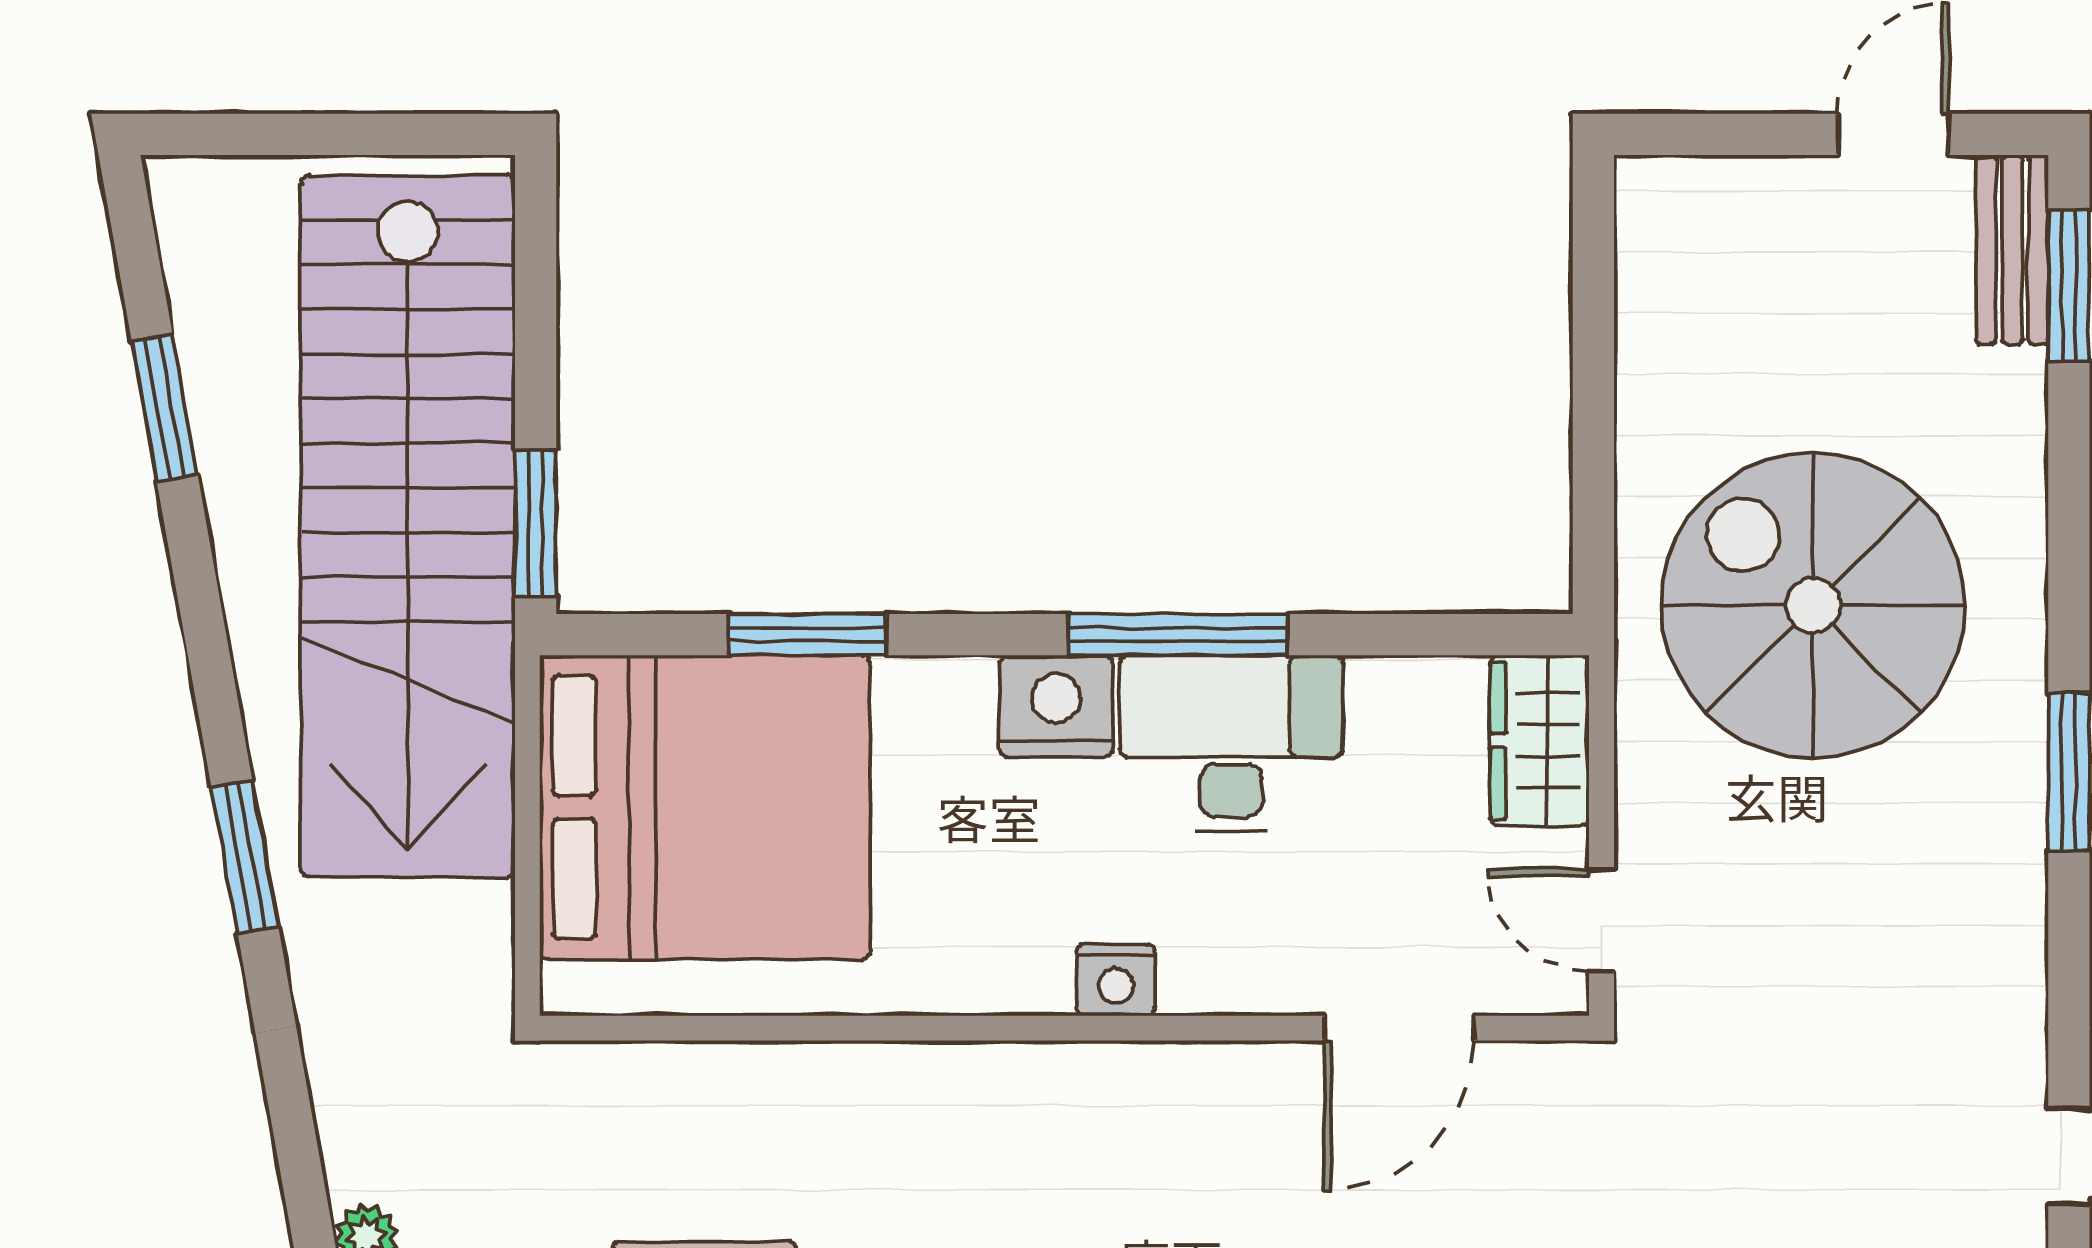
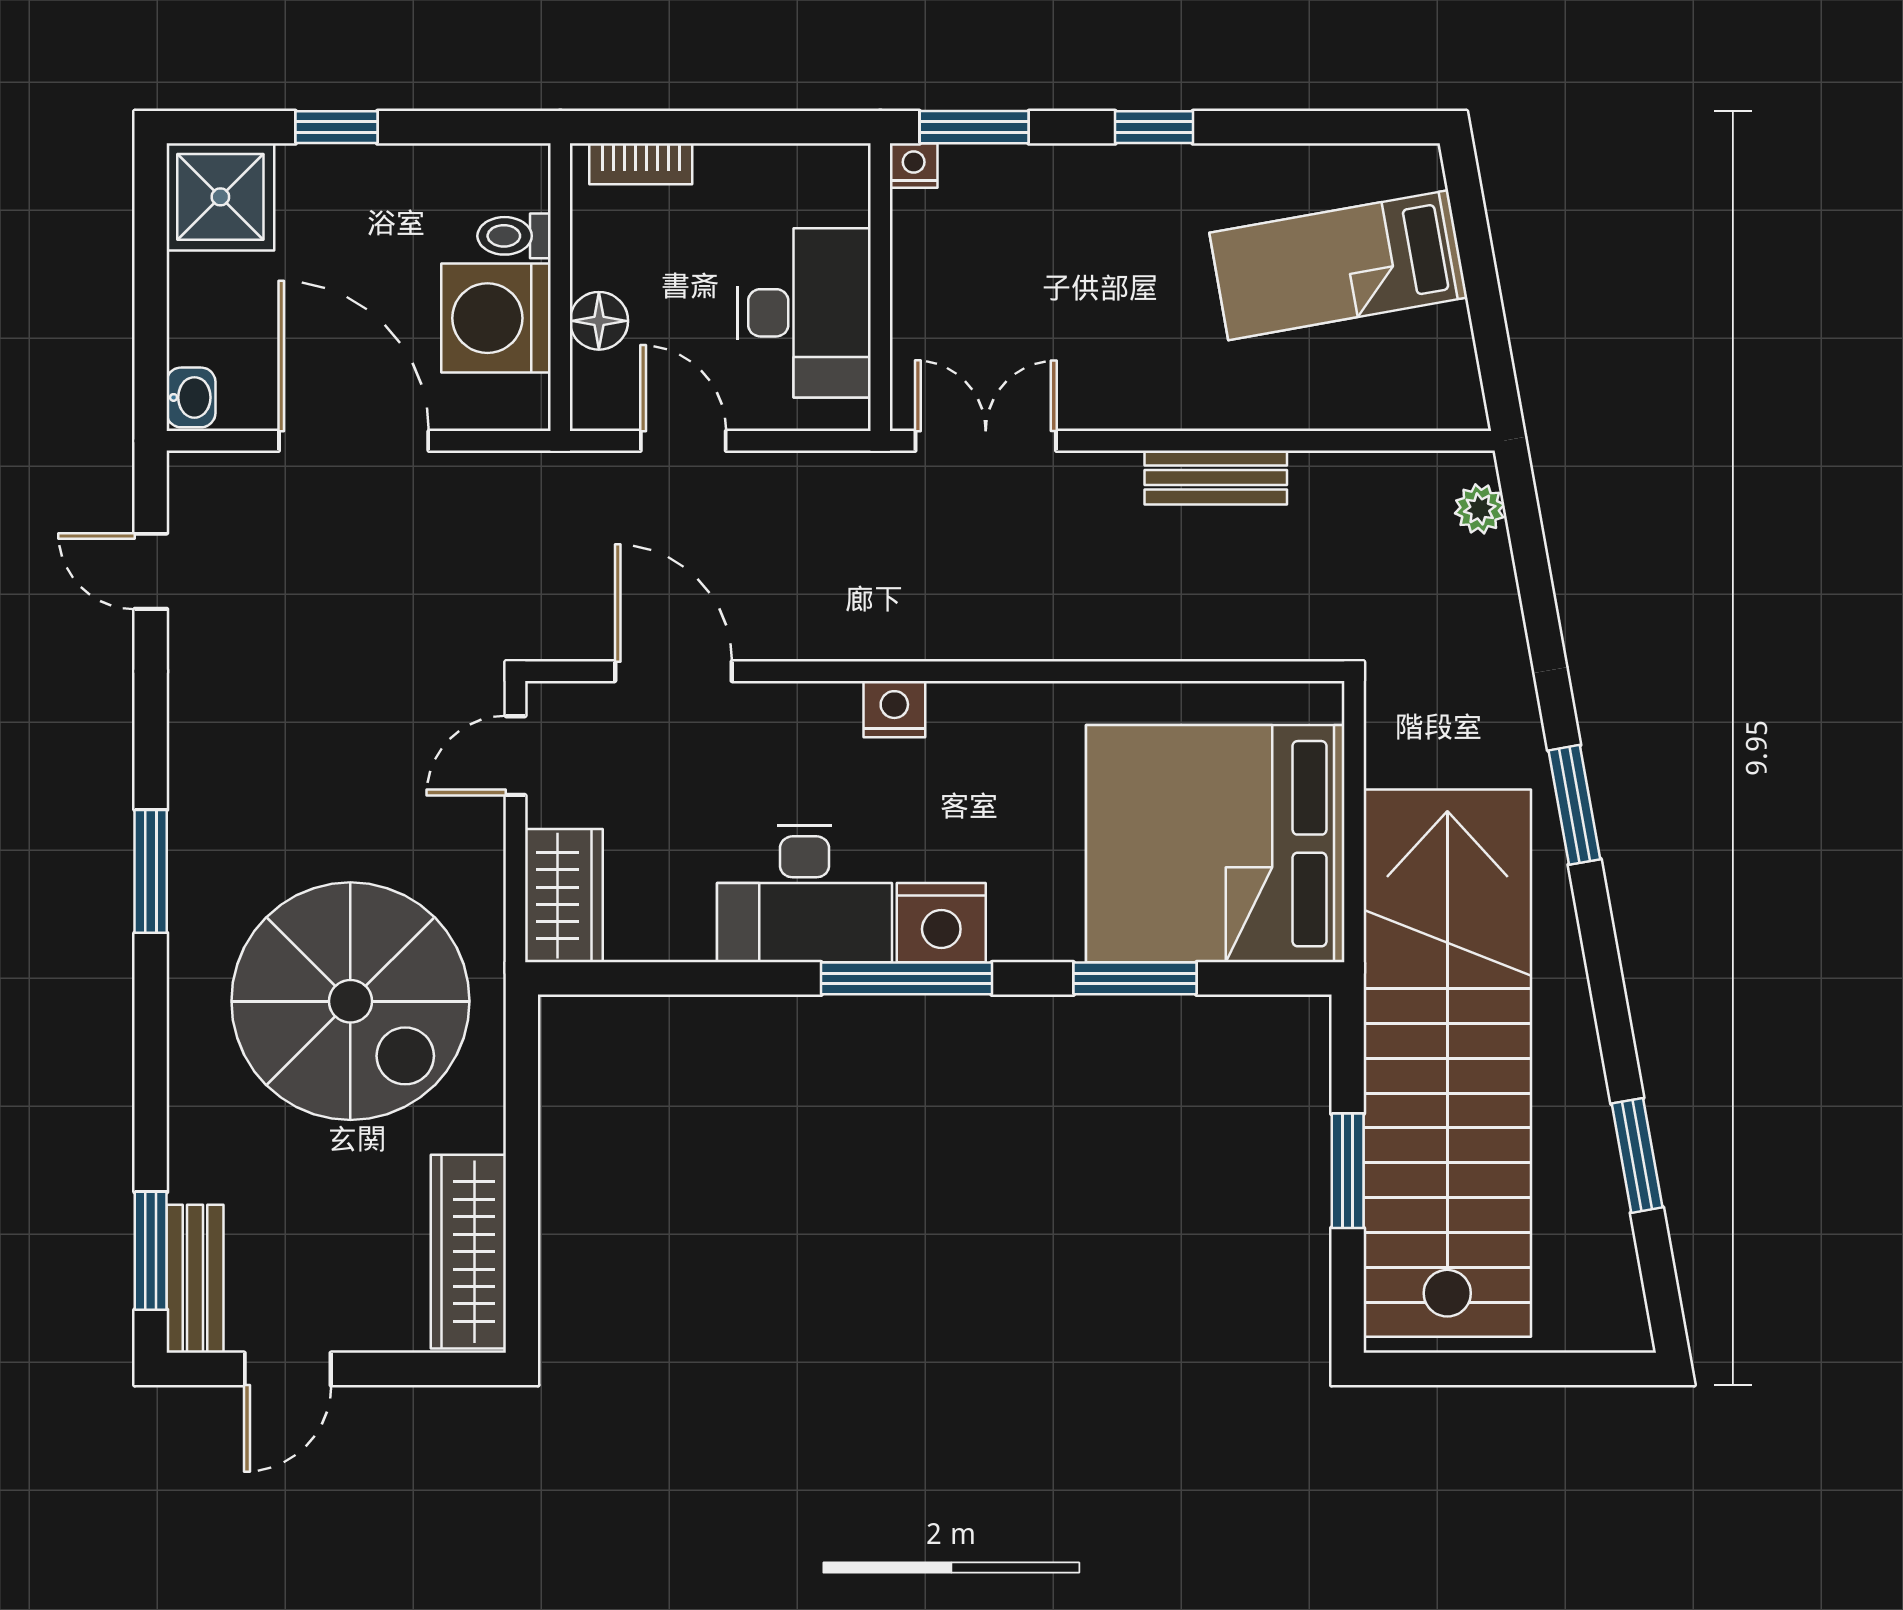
wardrobe: (1662, 285) -> (468, 1252), added
window: (536, 523) -> (1348, 1171), moved
window: (1178, 635) -> (907, 978), moved
door: (1602, 920) -> (516, 756), swing flipped
door: (1399, 1028) -> (673, 671), hinge flipped

